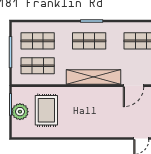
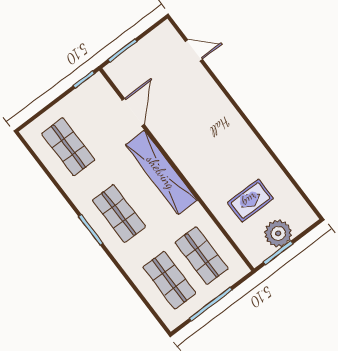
door: (133, 86) -> (133, 112), hinge flipped
rug: (46, 110) -> (250, 201), width x0.73, depth x0.70

